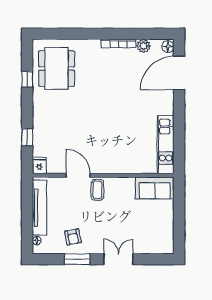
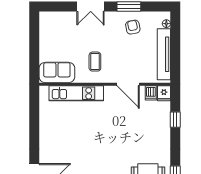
kitchen unit: (166, 145) -> (76, 93), moved, turned 90
dishwasher: (53, 166) -> (151, 93), added
coffee table: (97, 190) -> (95, 62), moved

